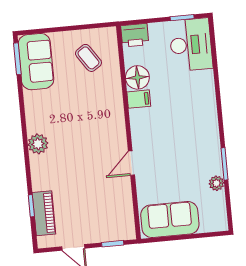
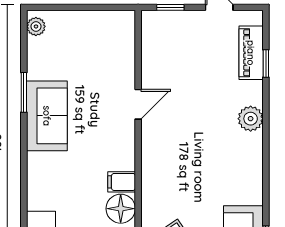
plant: (38, 144) -> (251, 119), moved
plant: (216, 183) -> (36, 26), moved
sofa: (170, 220) -> (47, 116), moved, turned -90

